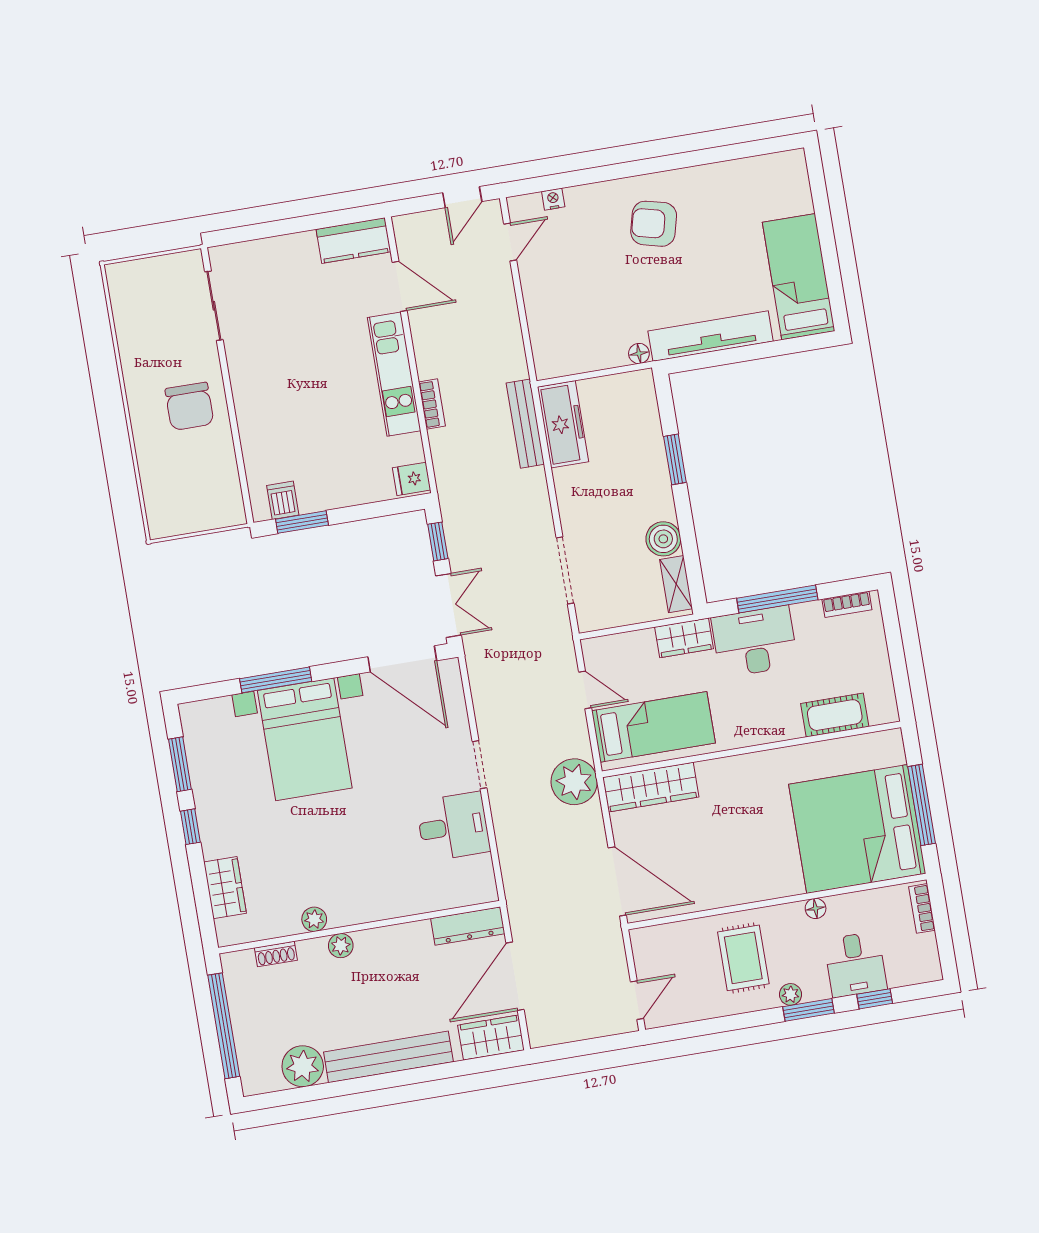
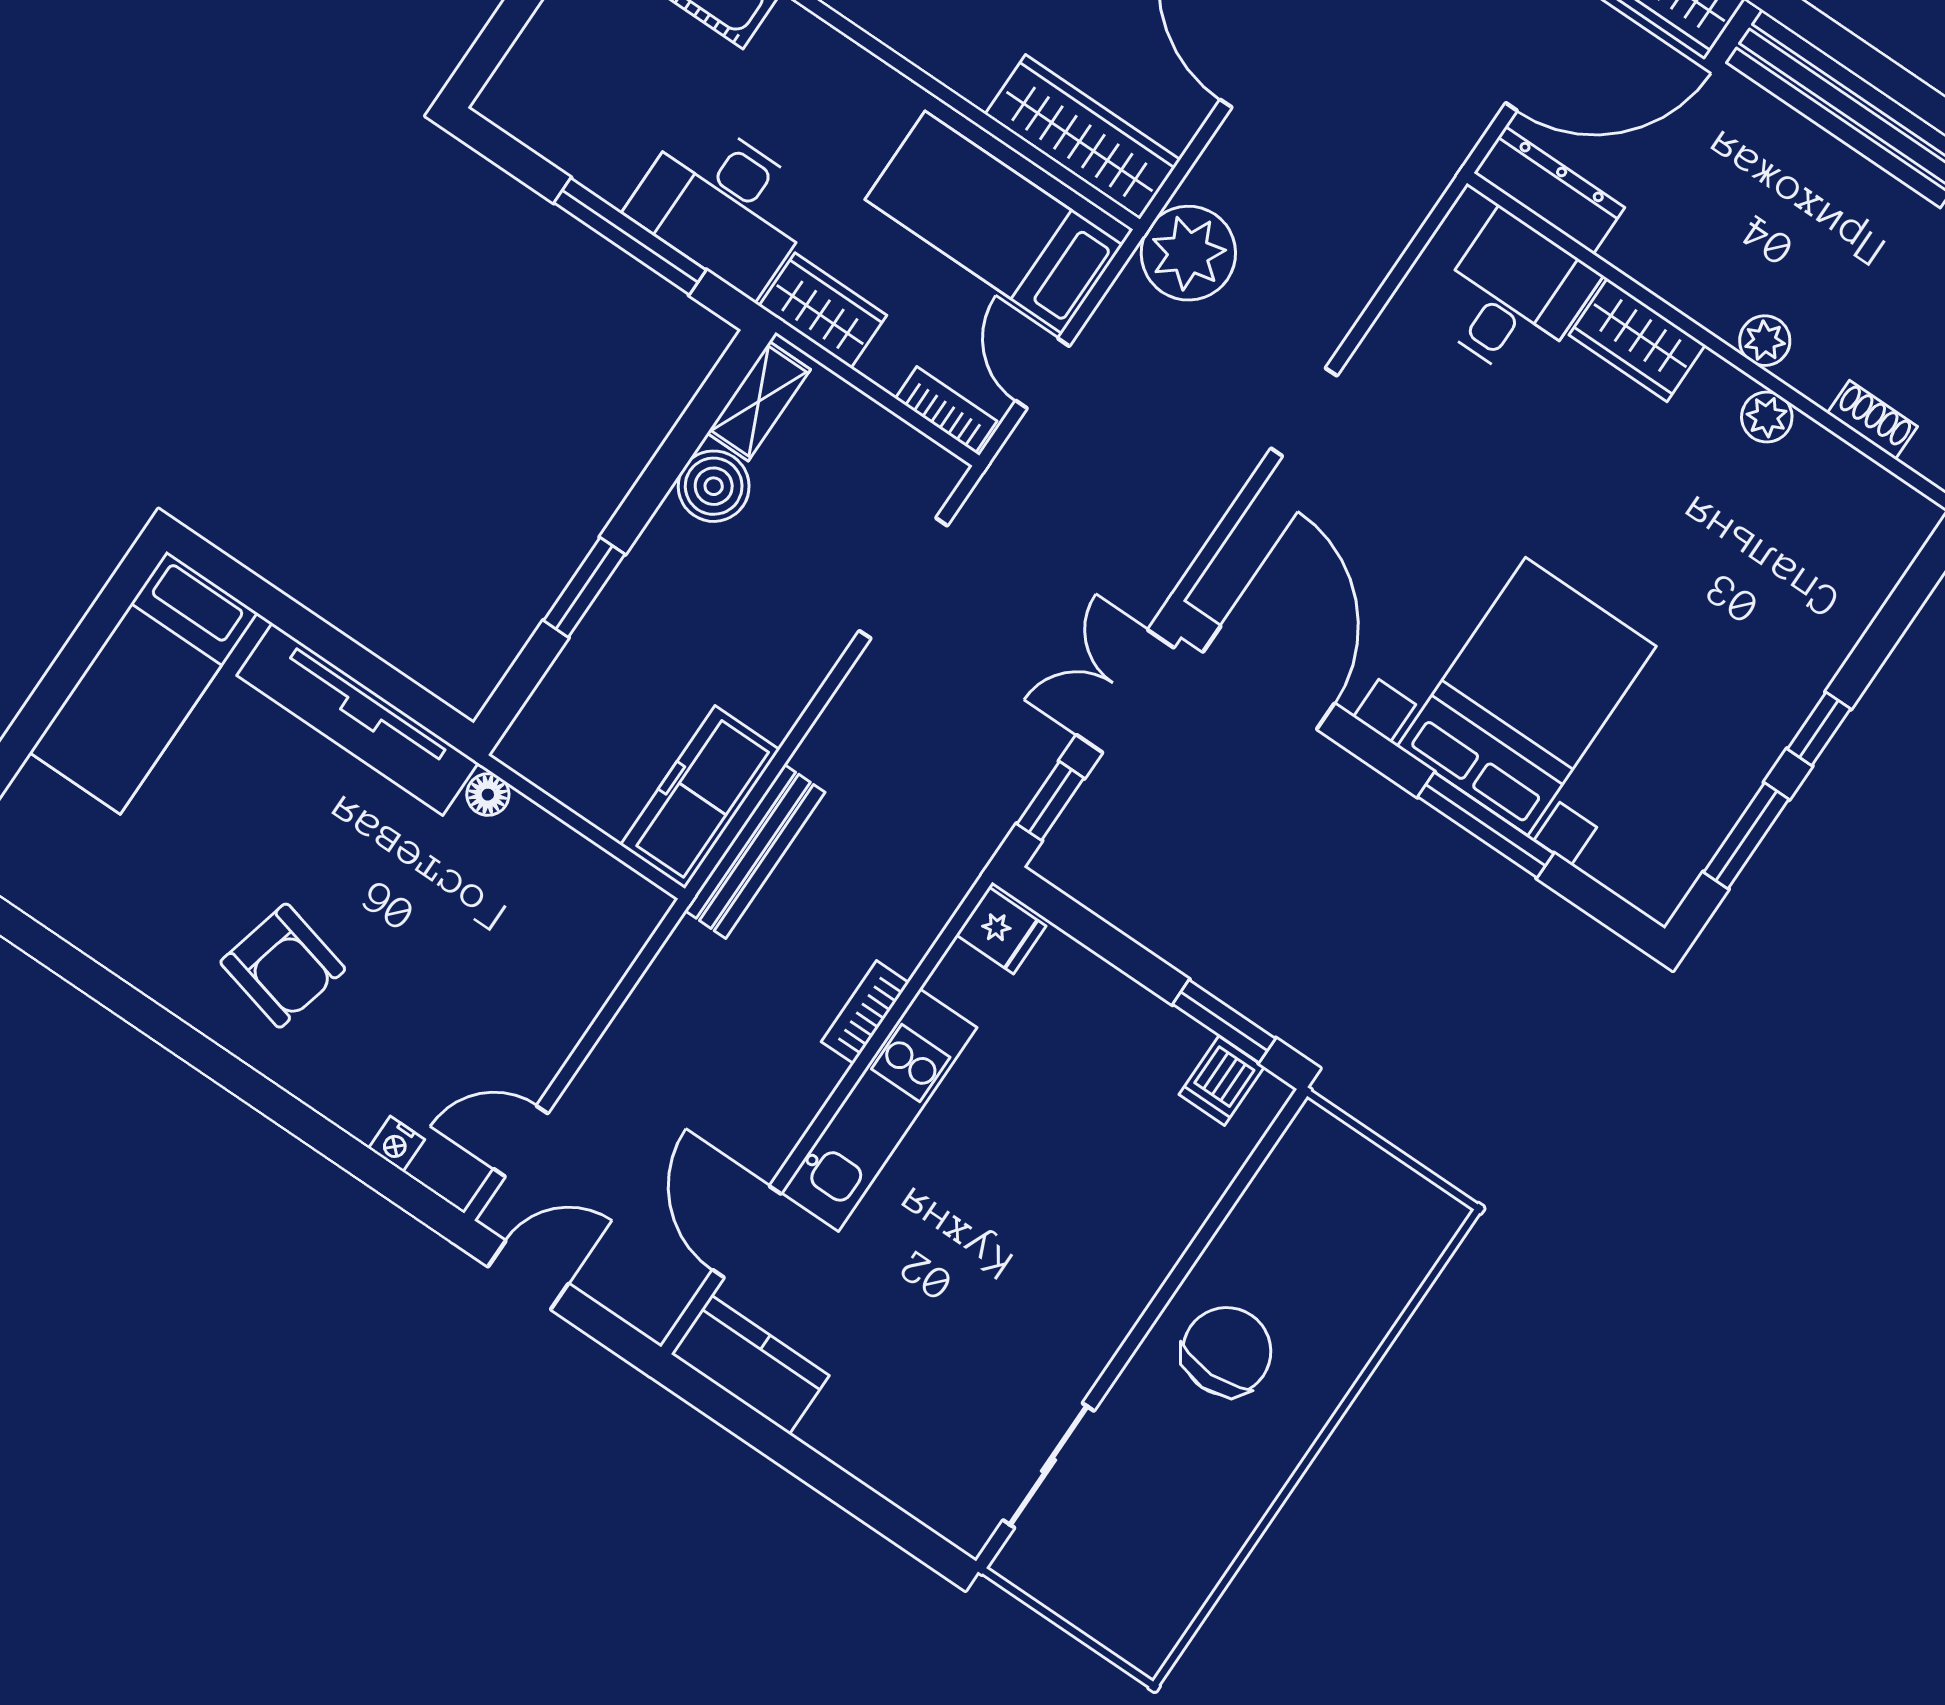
bookcase: (847, 604) -> (946, 410), moved
desk: (453, 826) -> (1513, 296), moved, turned 90
wardrobe: (225, 888) -> (1637, 340), moved, turned -90

